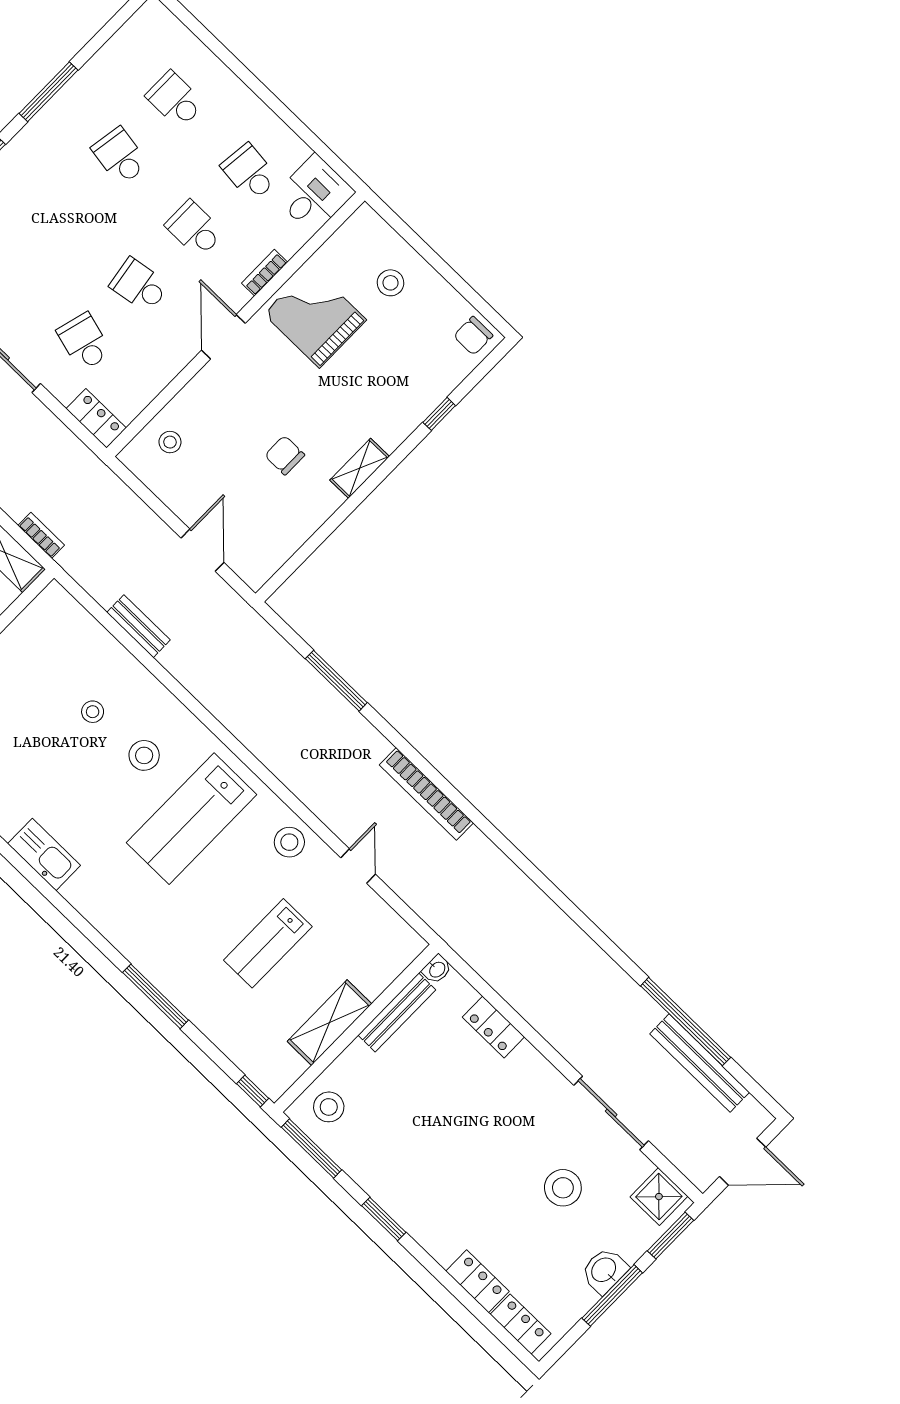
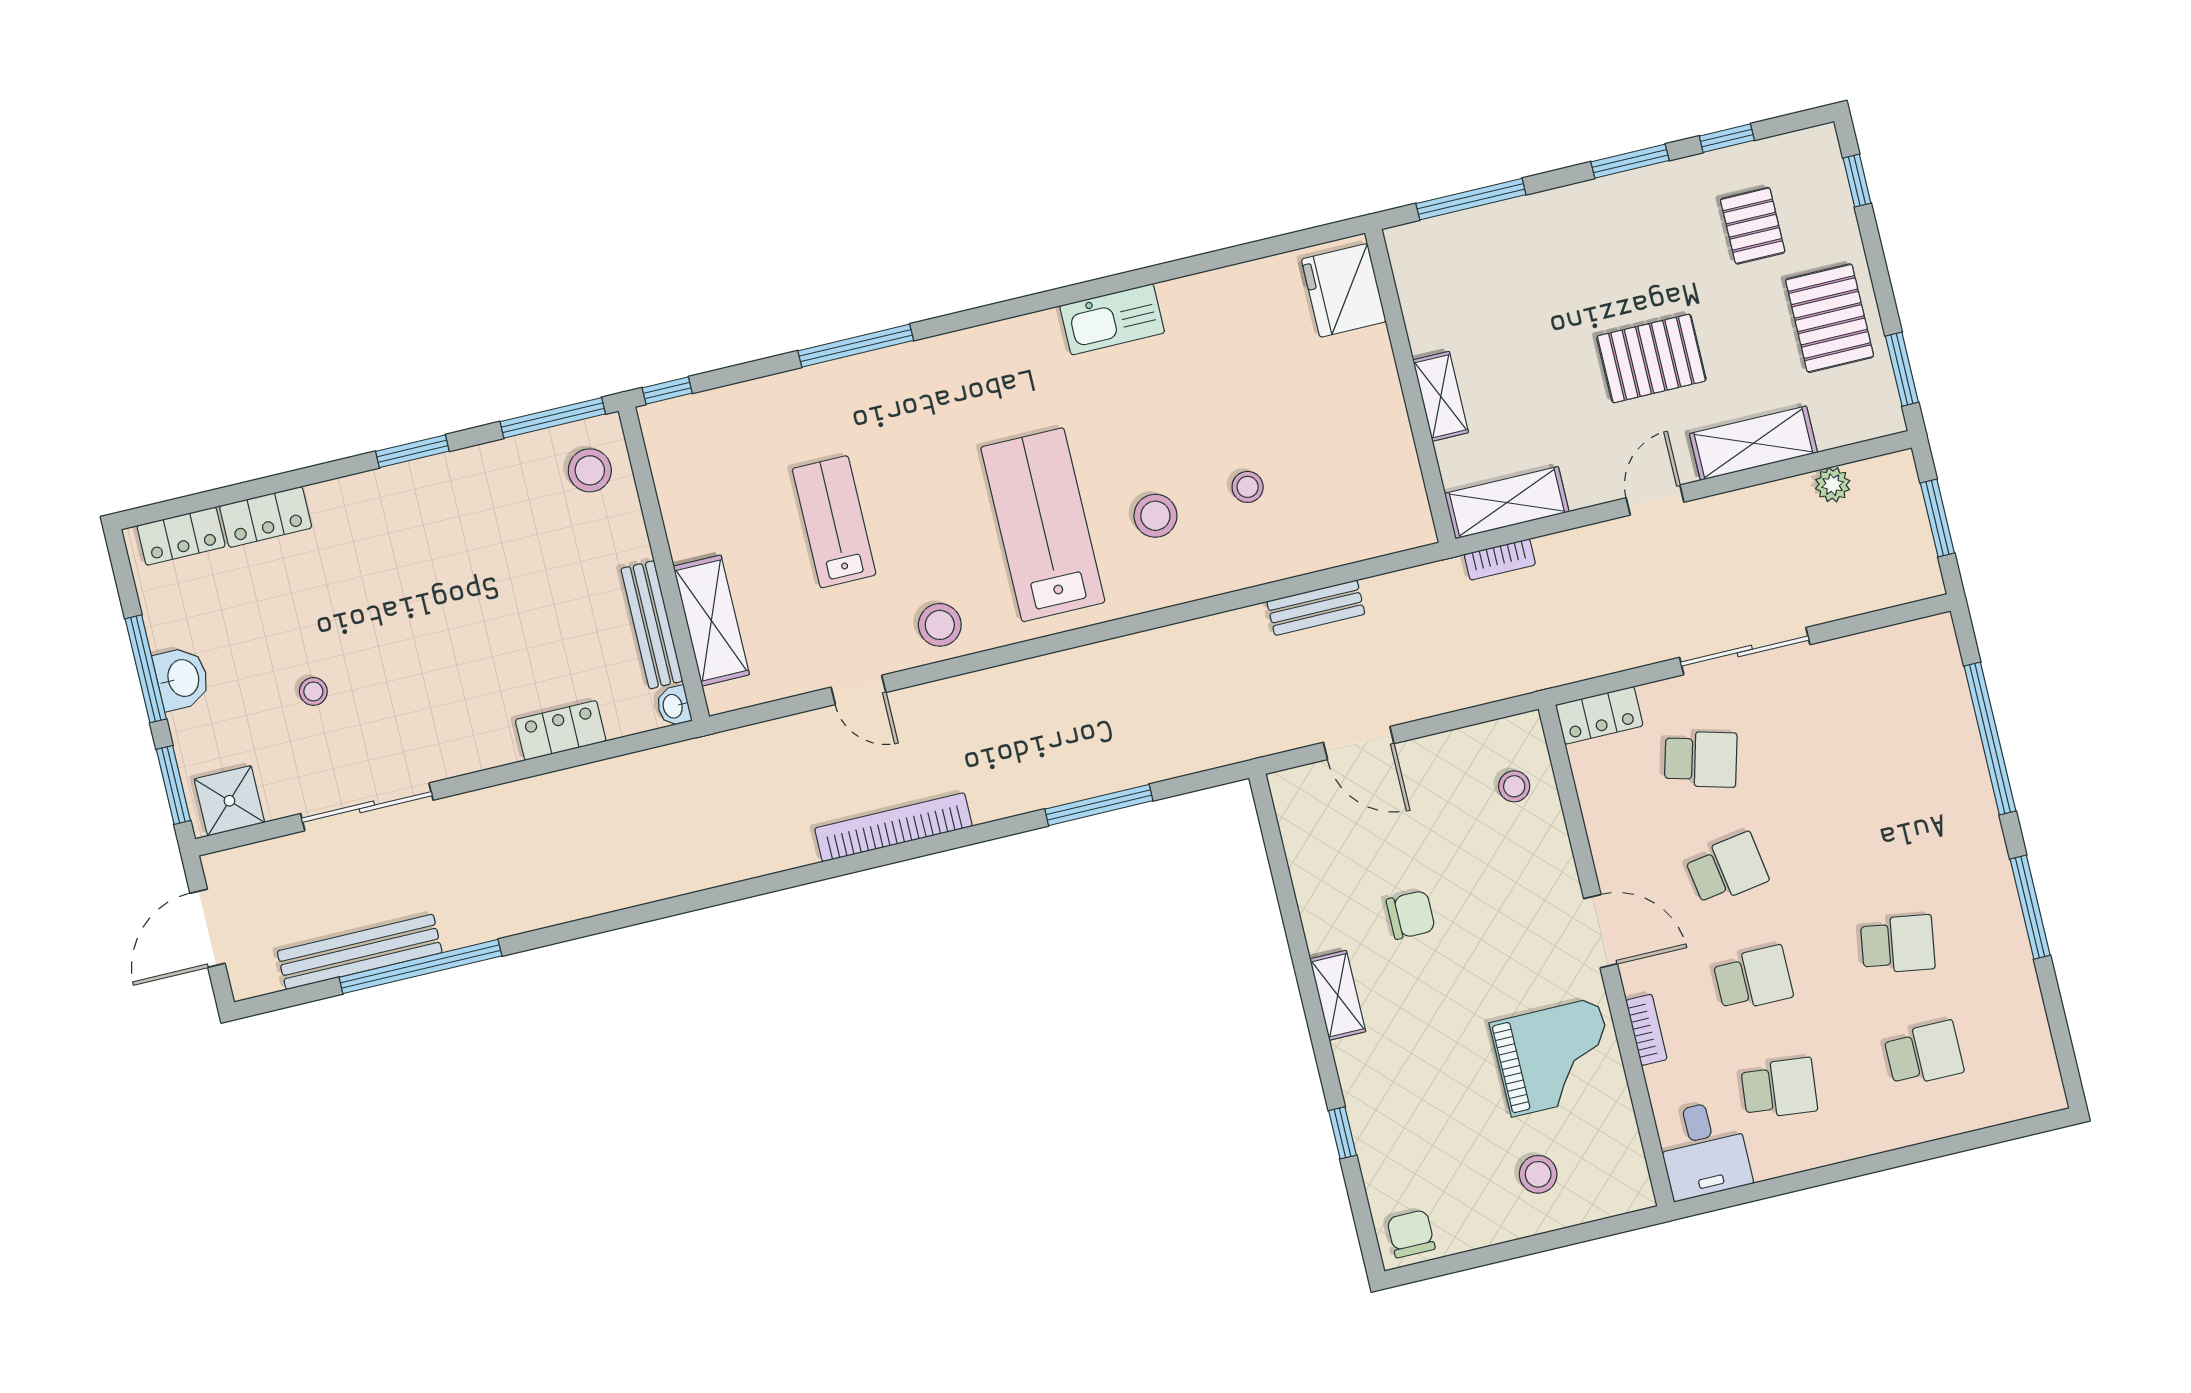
shelving: (329, 1023) -> (711, 621), moved
stool: (563, 1188) -> (313, 691), width x0.53, depth x0.53

